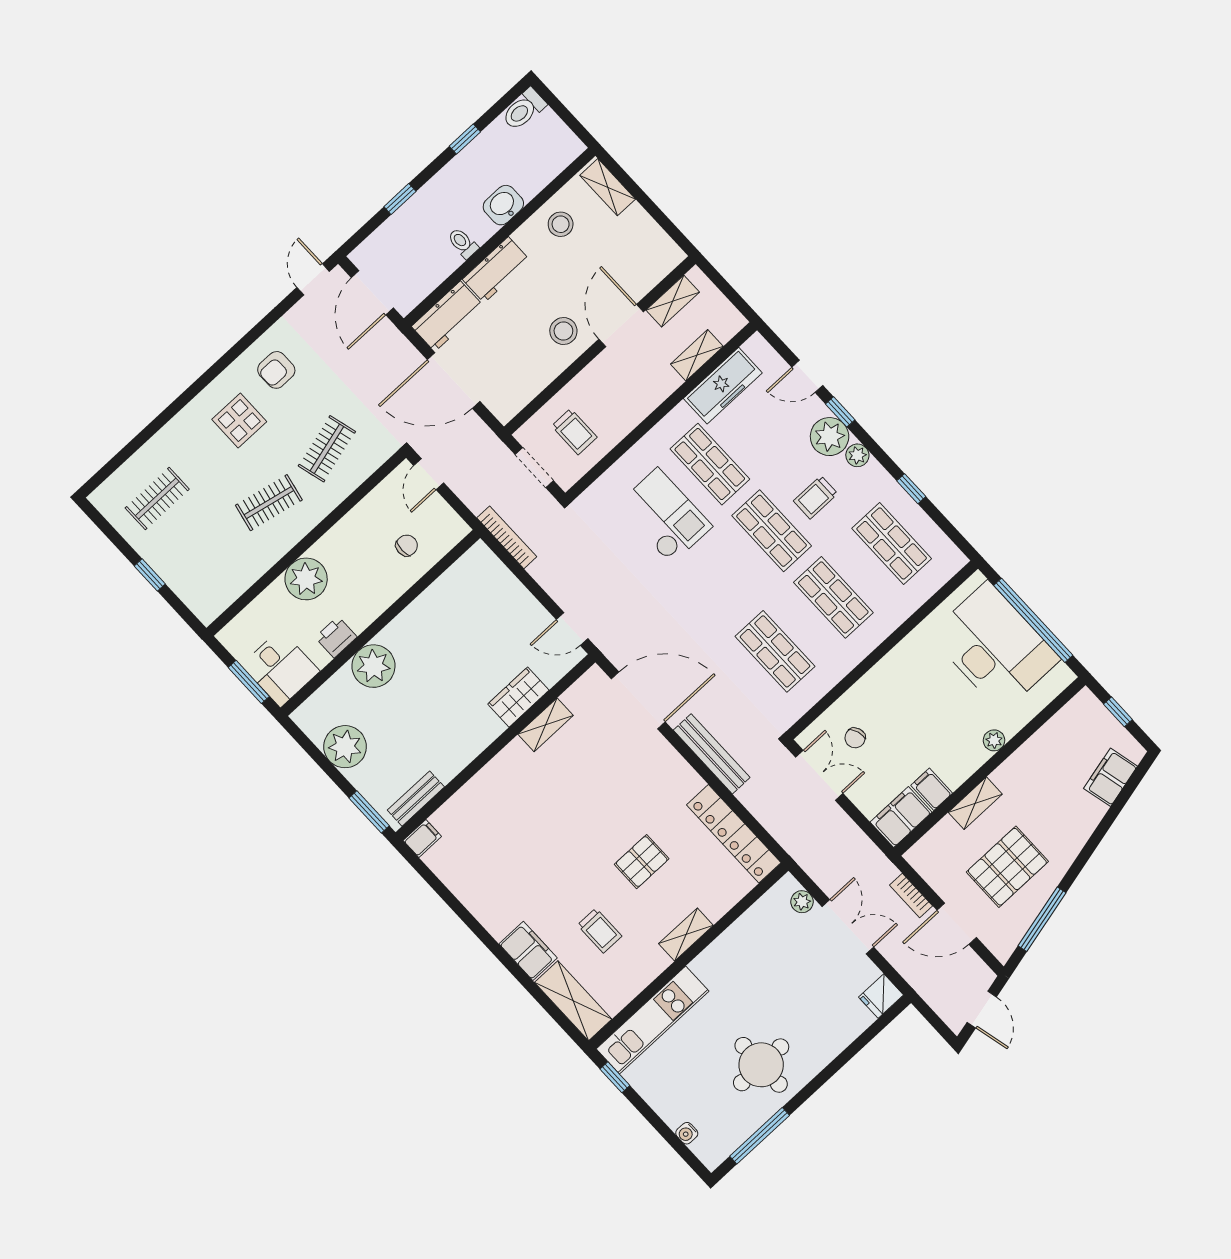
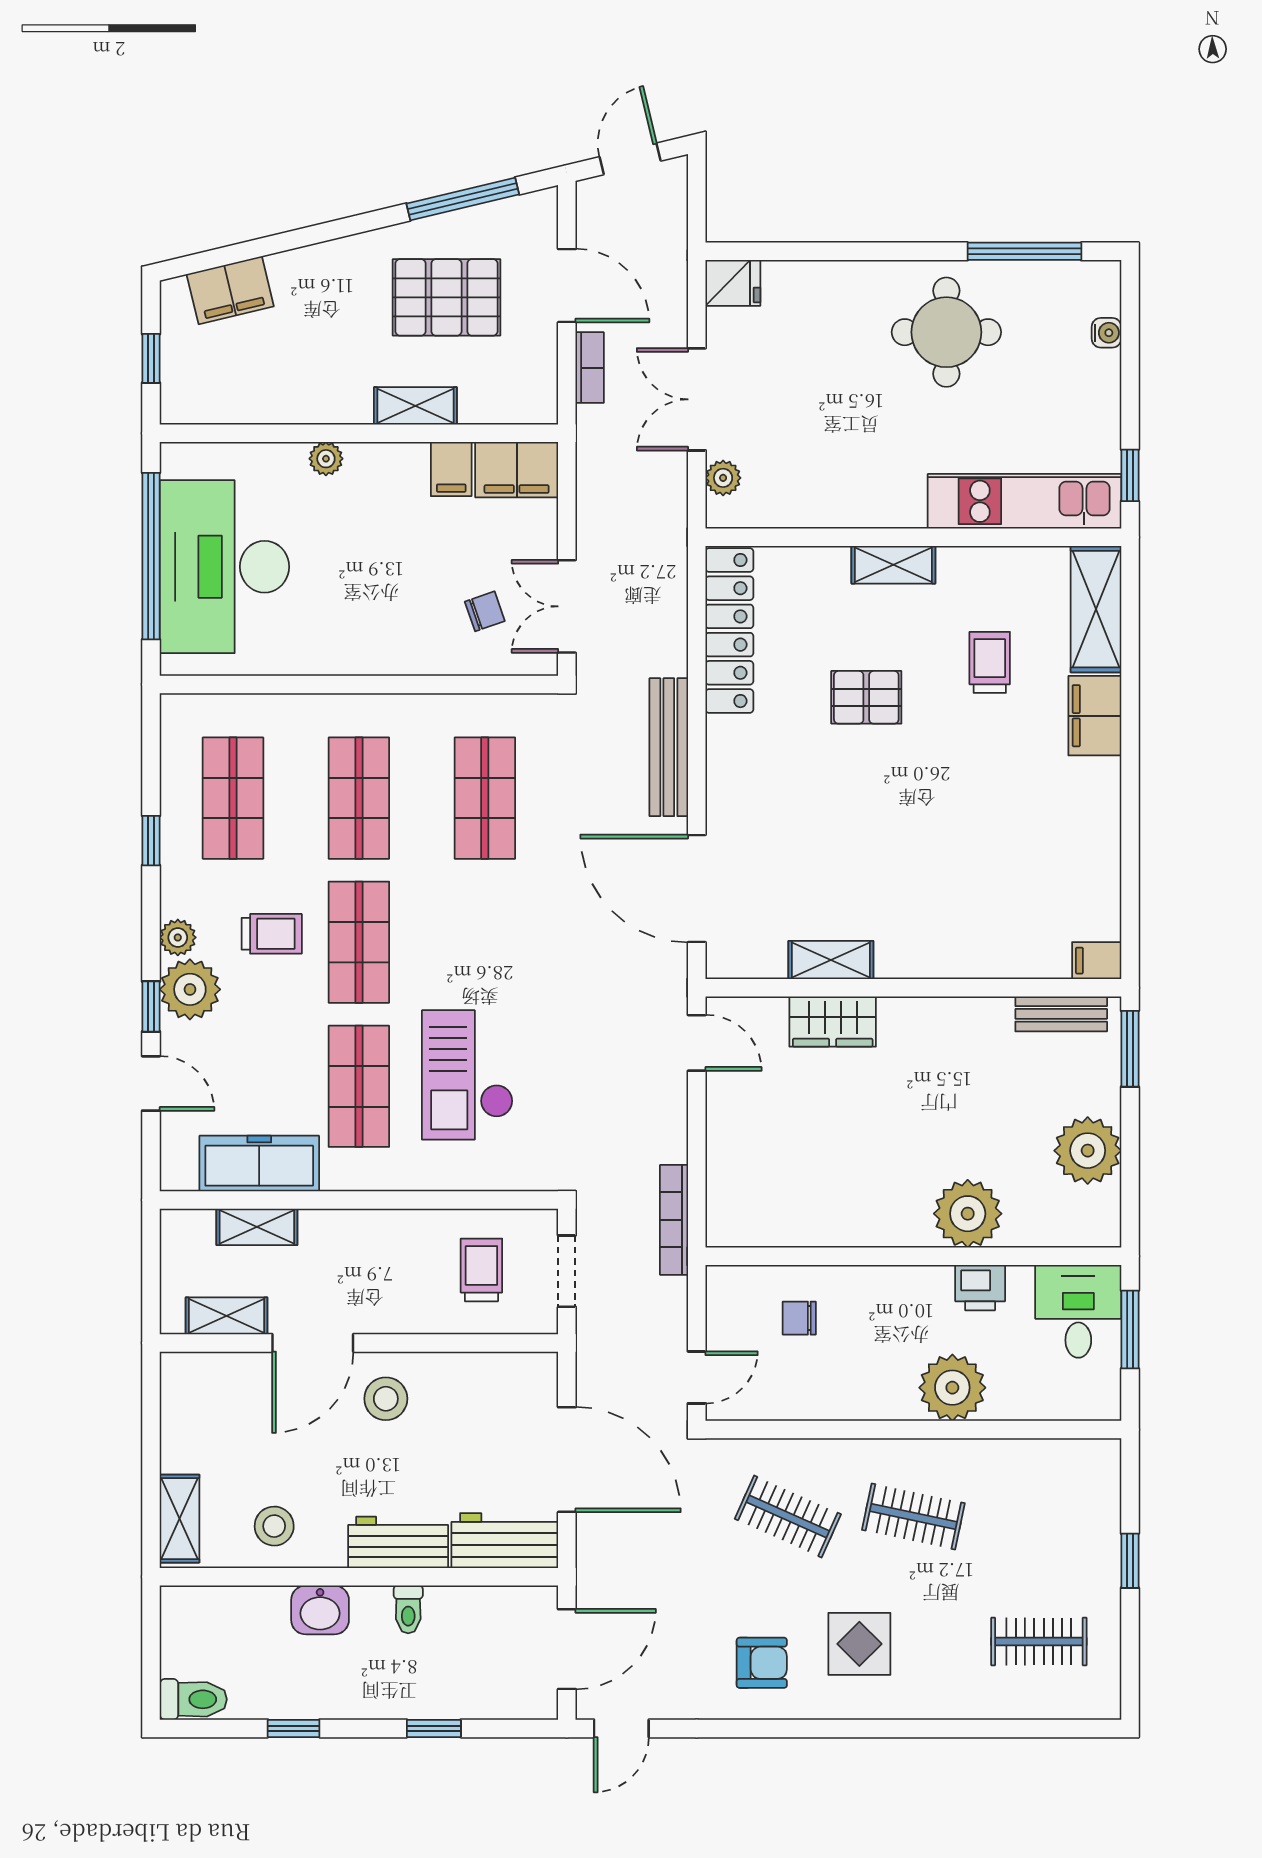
clothes rail: (327, 449) -> (788, 1517), turned 39

